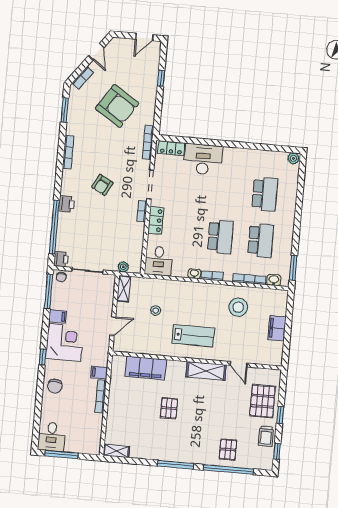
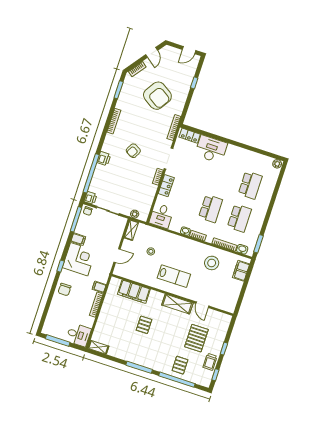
filing cabinet: (277, 328) -> (241, 271), moved
pallet: (263, 401) -> (196, 338), moved
desk: (52, 437) -> (78, 335), moved, turned -90

